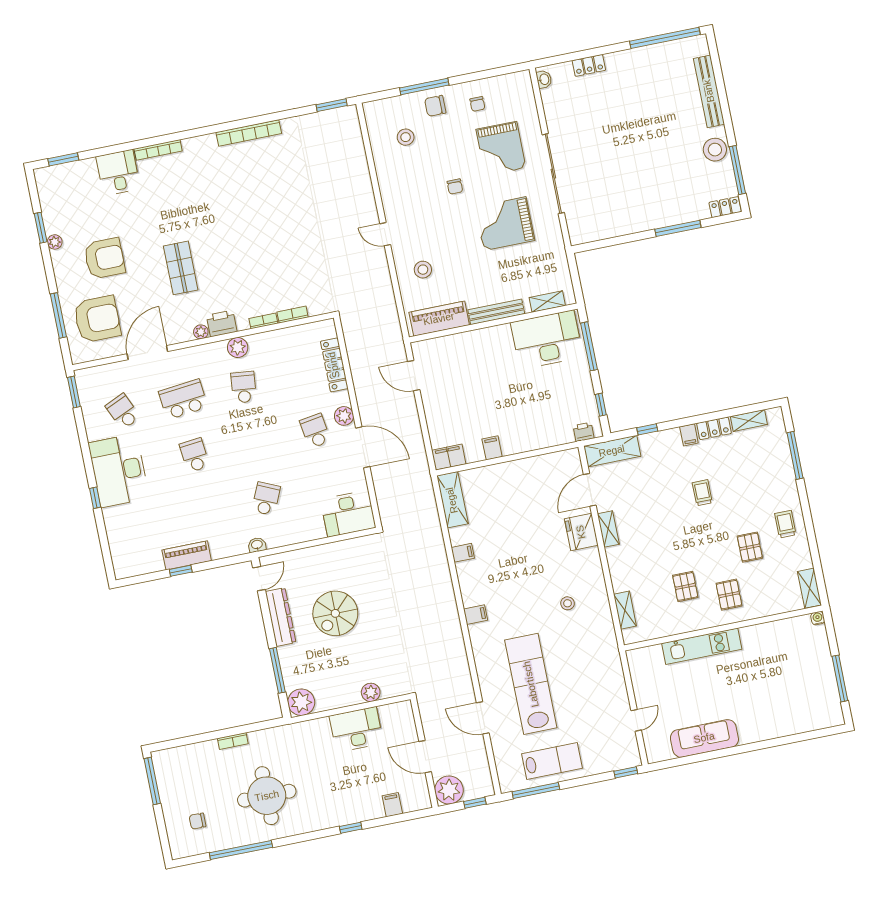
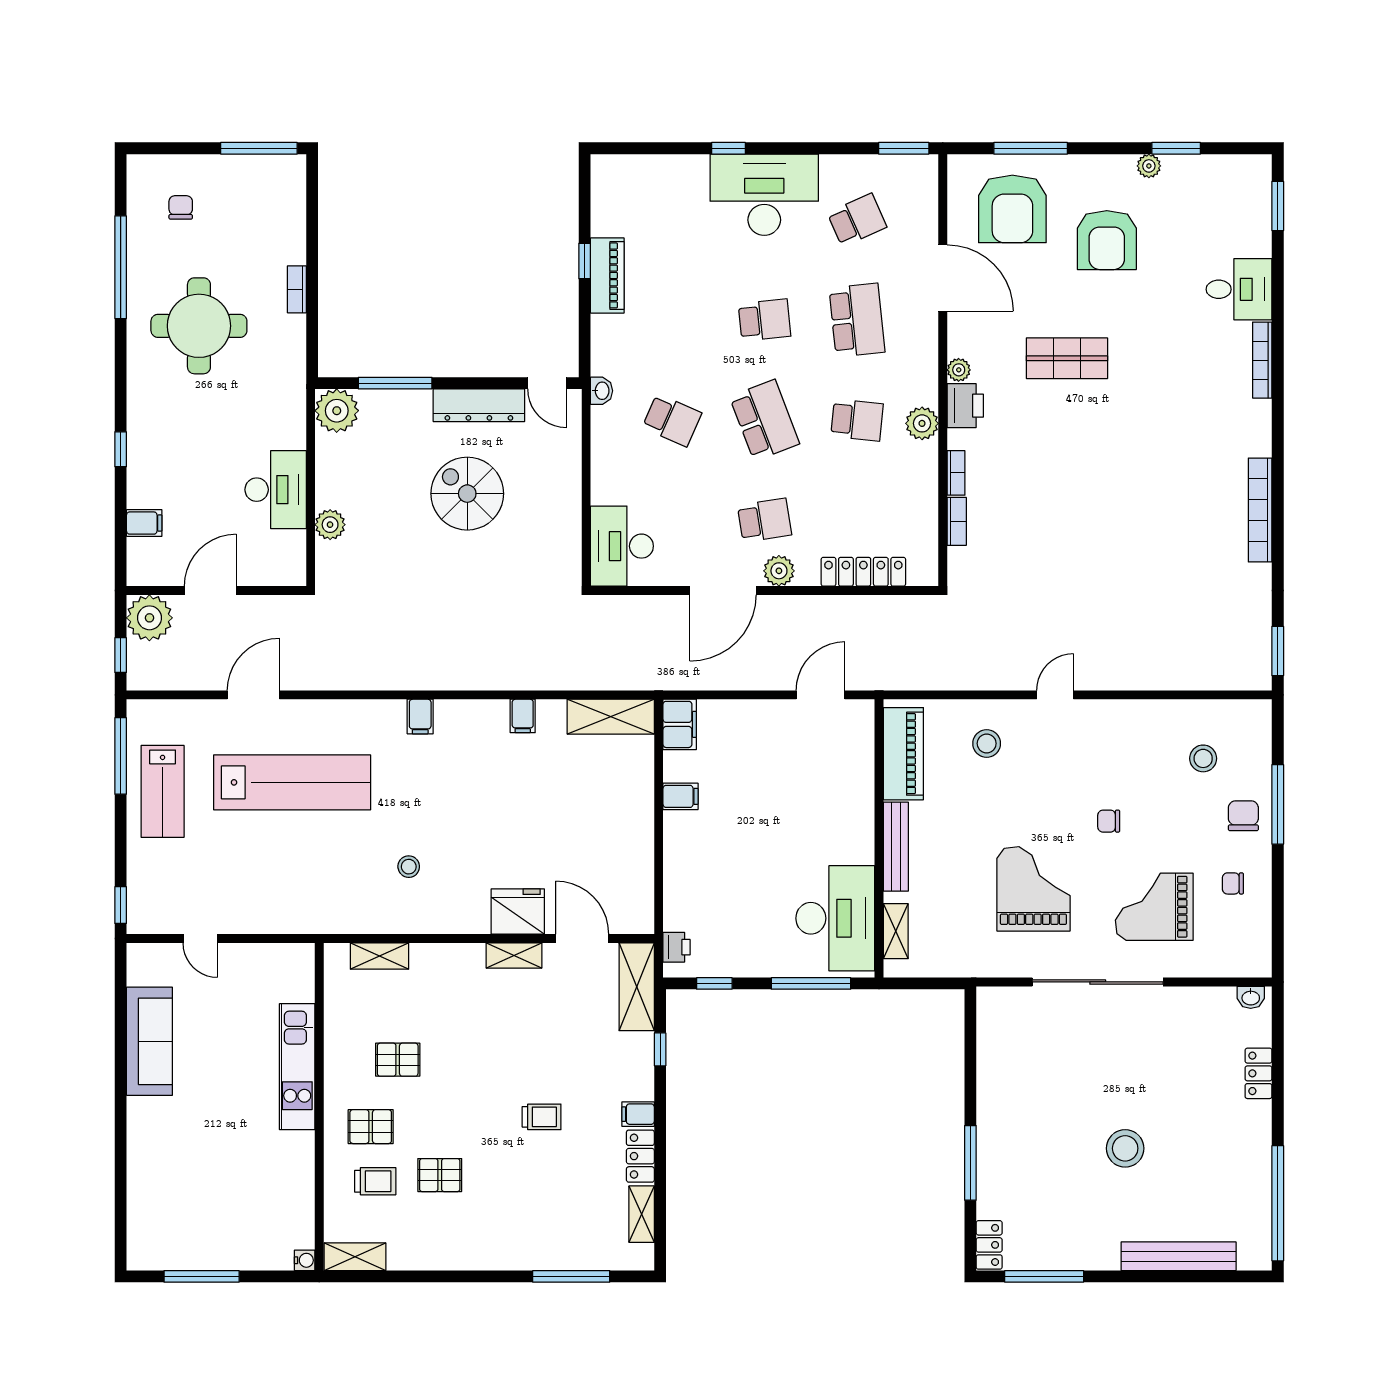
stool: (715, 150) -> (1125, 1148), moved
school desk: (255, 443) -> (764, 420), added
trolley: (785, 524) -> (375, 1181), moved

